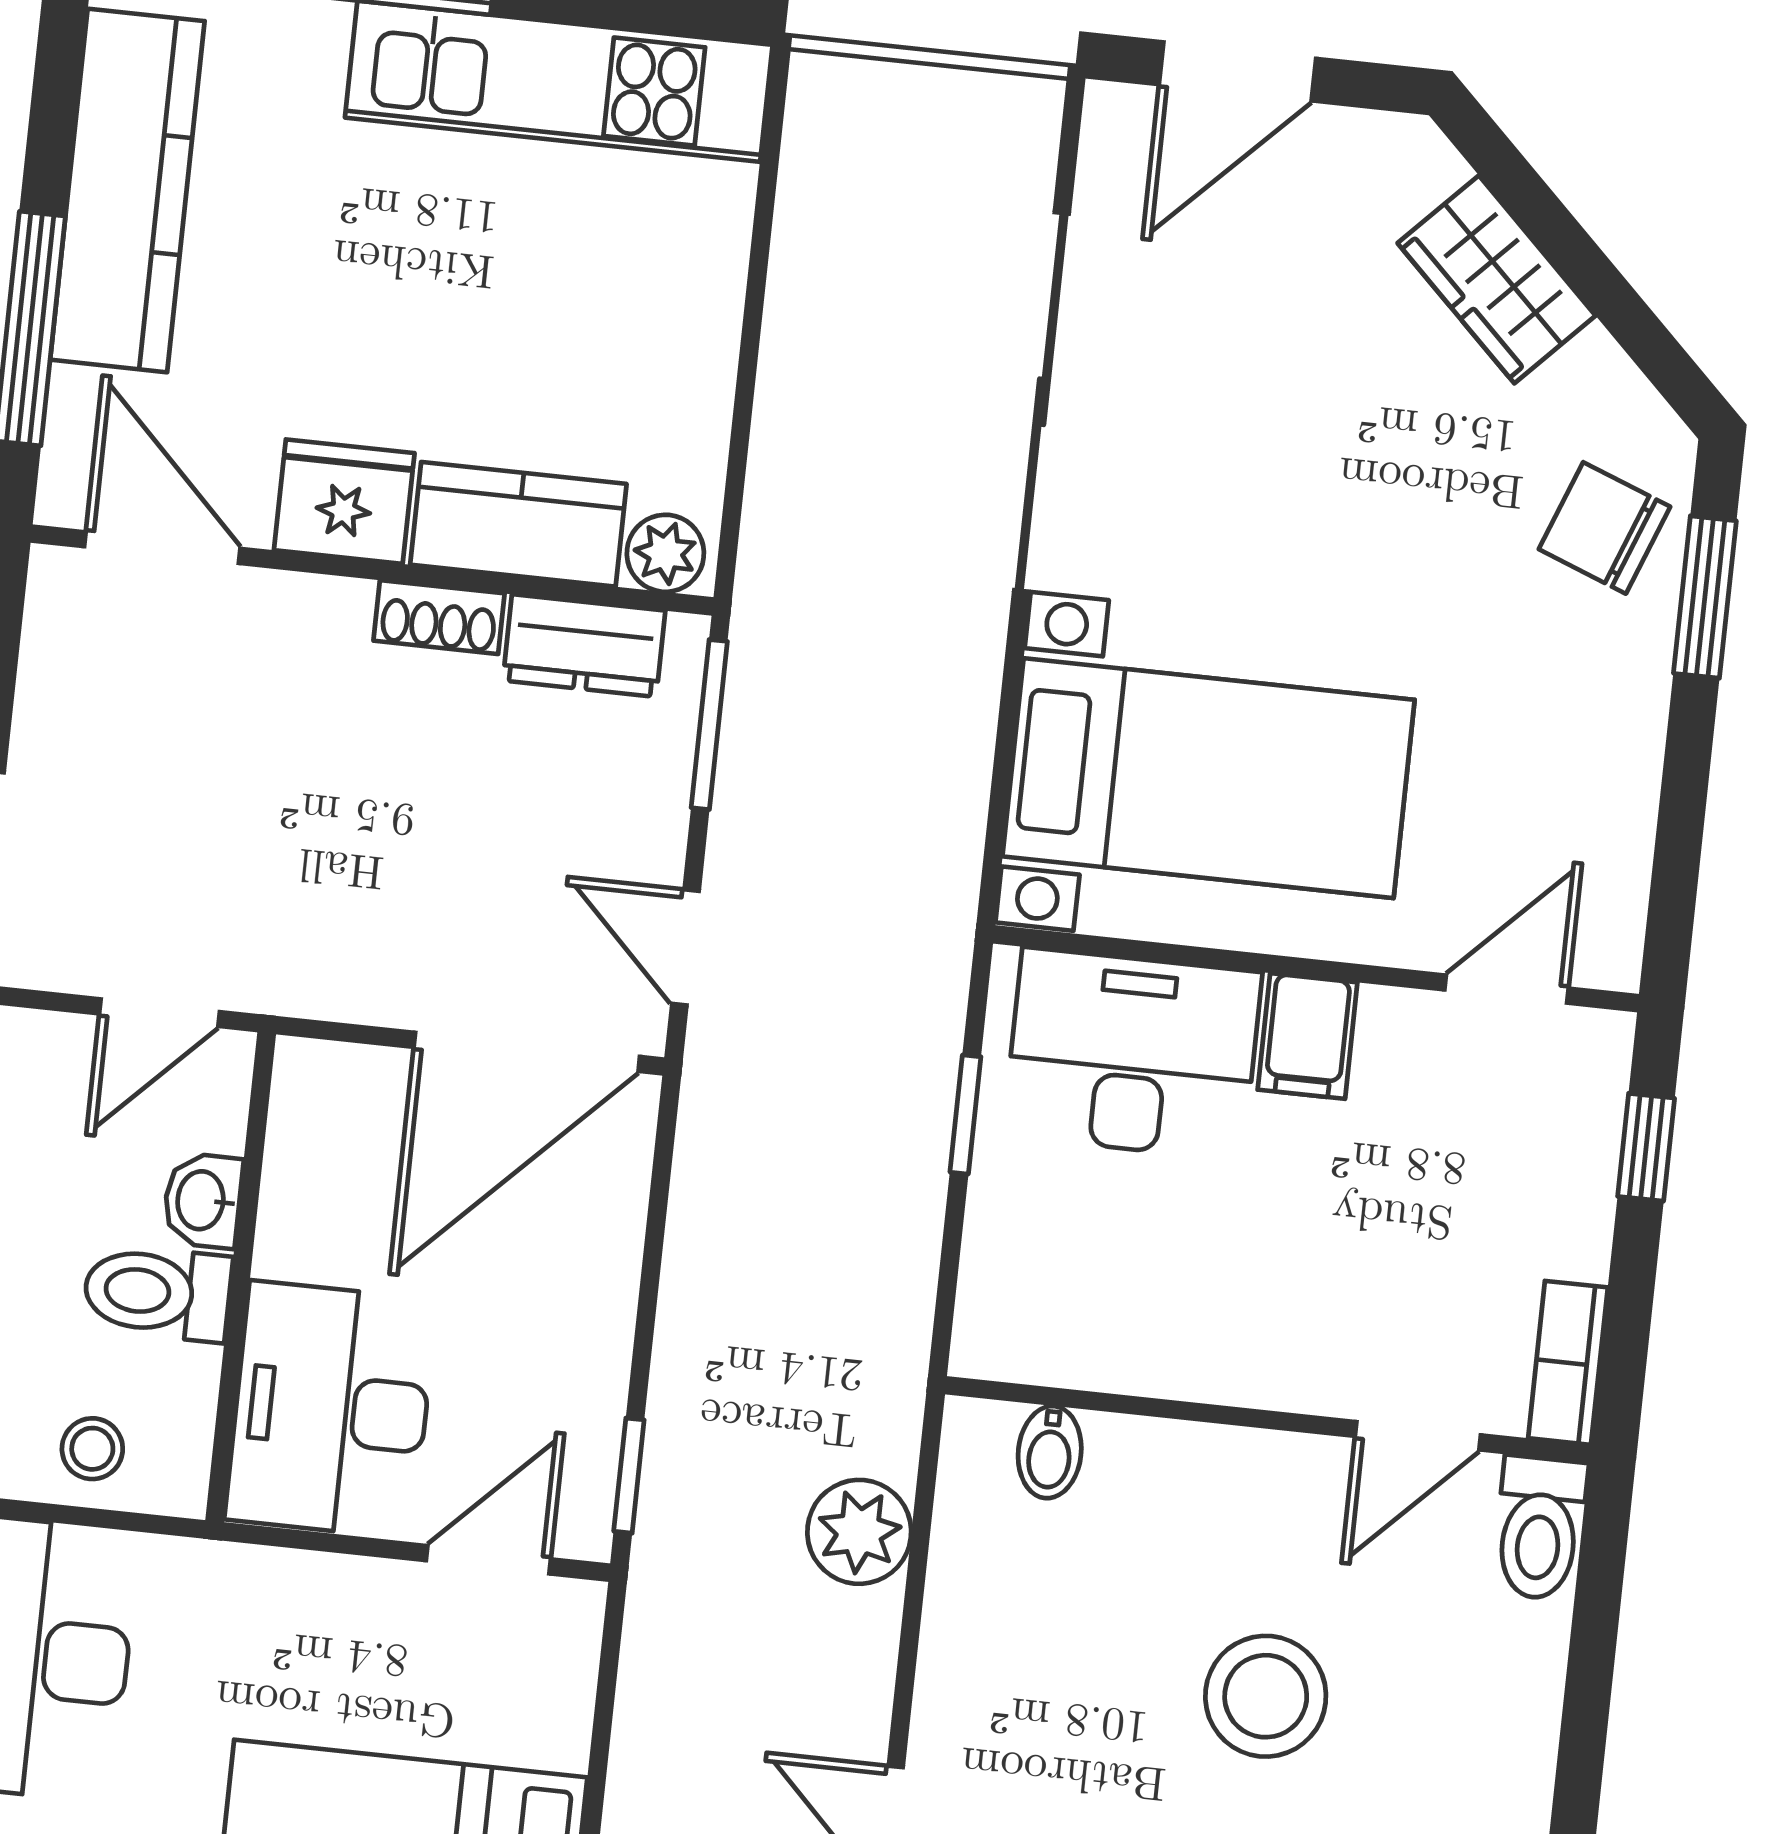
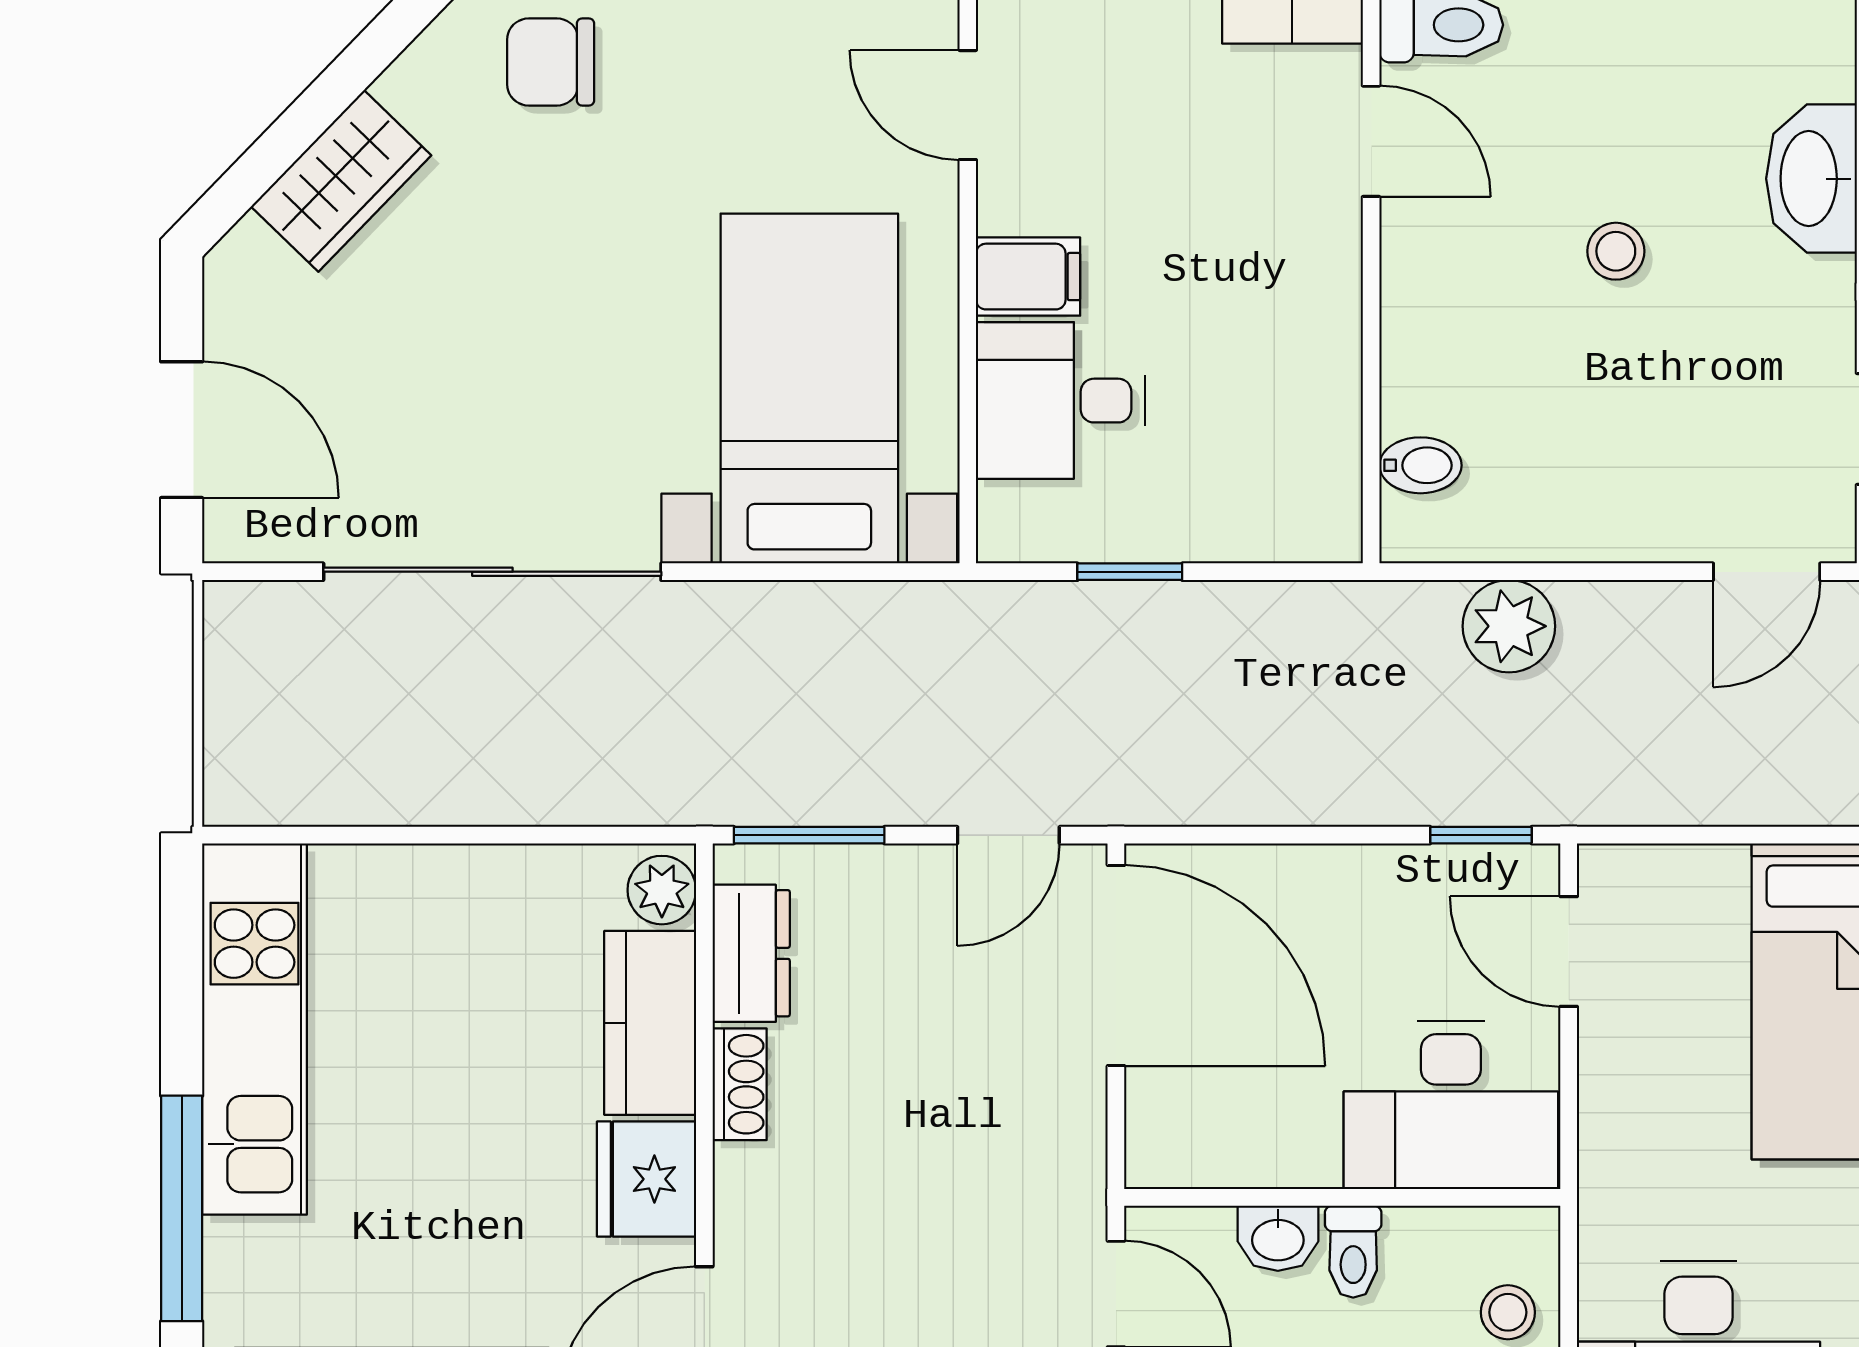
chair: (1604, 528) -> (551, 62), turned 69
desk: (1132, 1054) -> (1060, 401), width x0.73
toilet: (157, 1293) -> (1353, 1252), width x0.73, depth x0.72
stool: (1266, 1696) -> (1616, 251), width x0.53, depth x0.53

